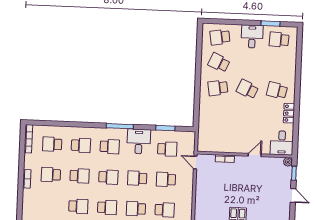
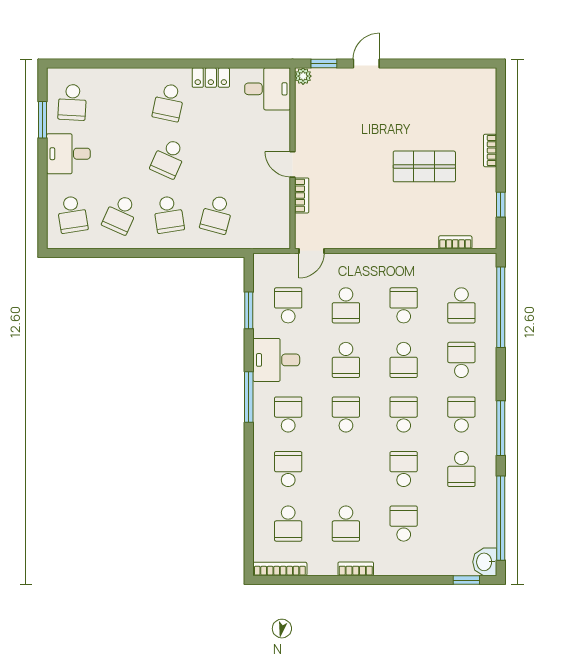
school desk: (217, 113) -> (217, 214), added
door: (255, 155) -> (293, 164), moved
school desk: (80, 176) -> (404, 524), moved

